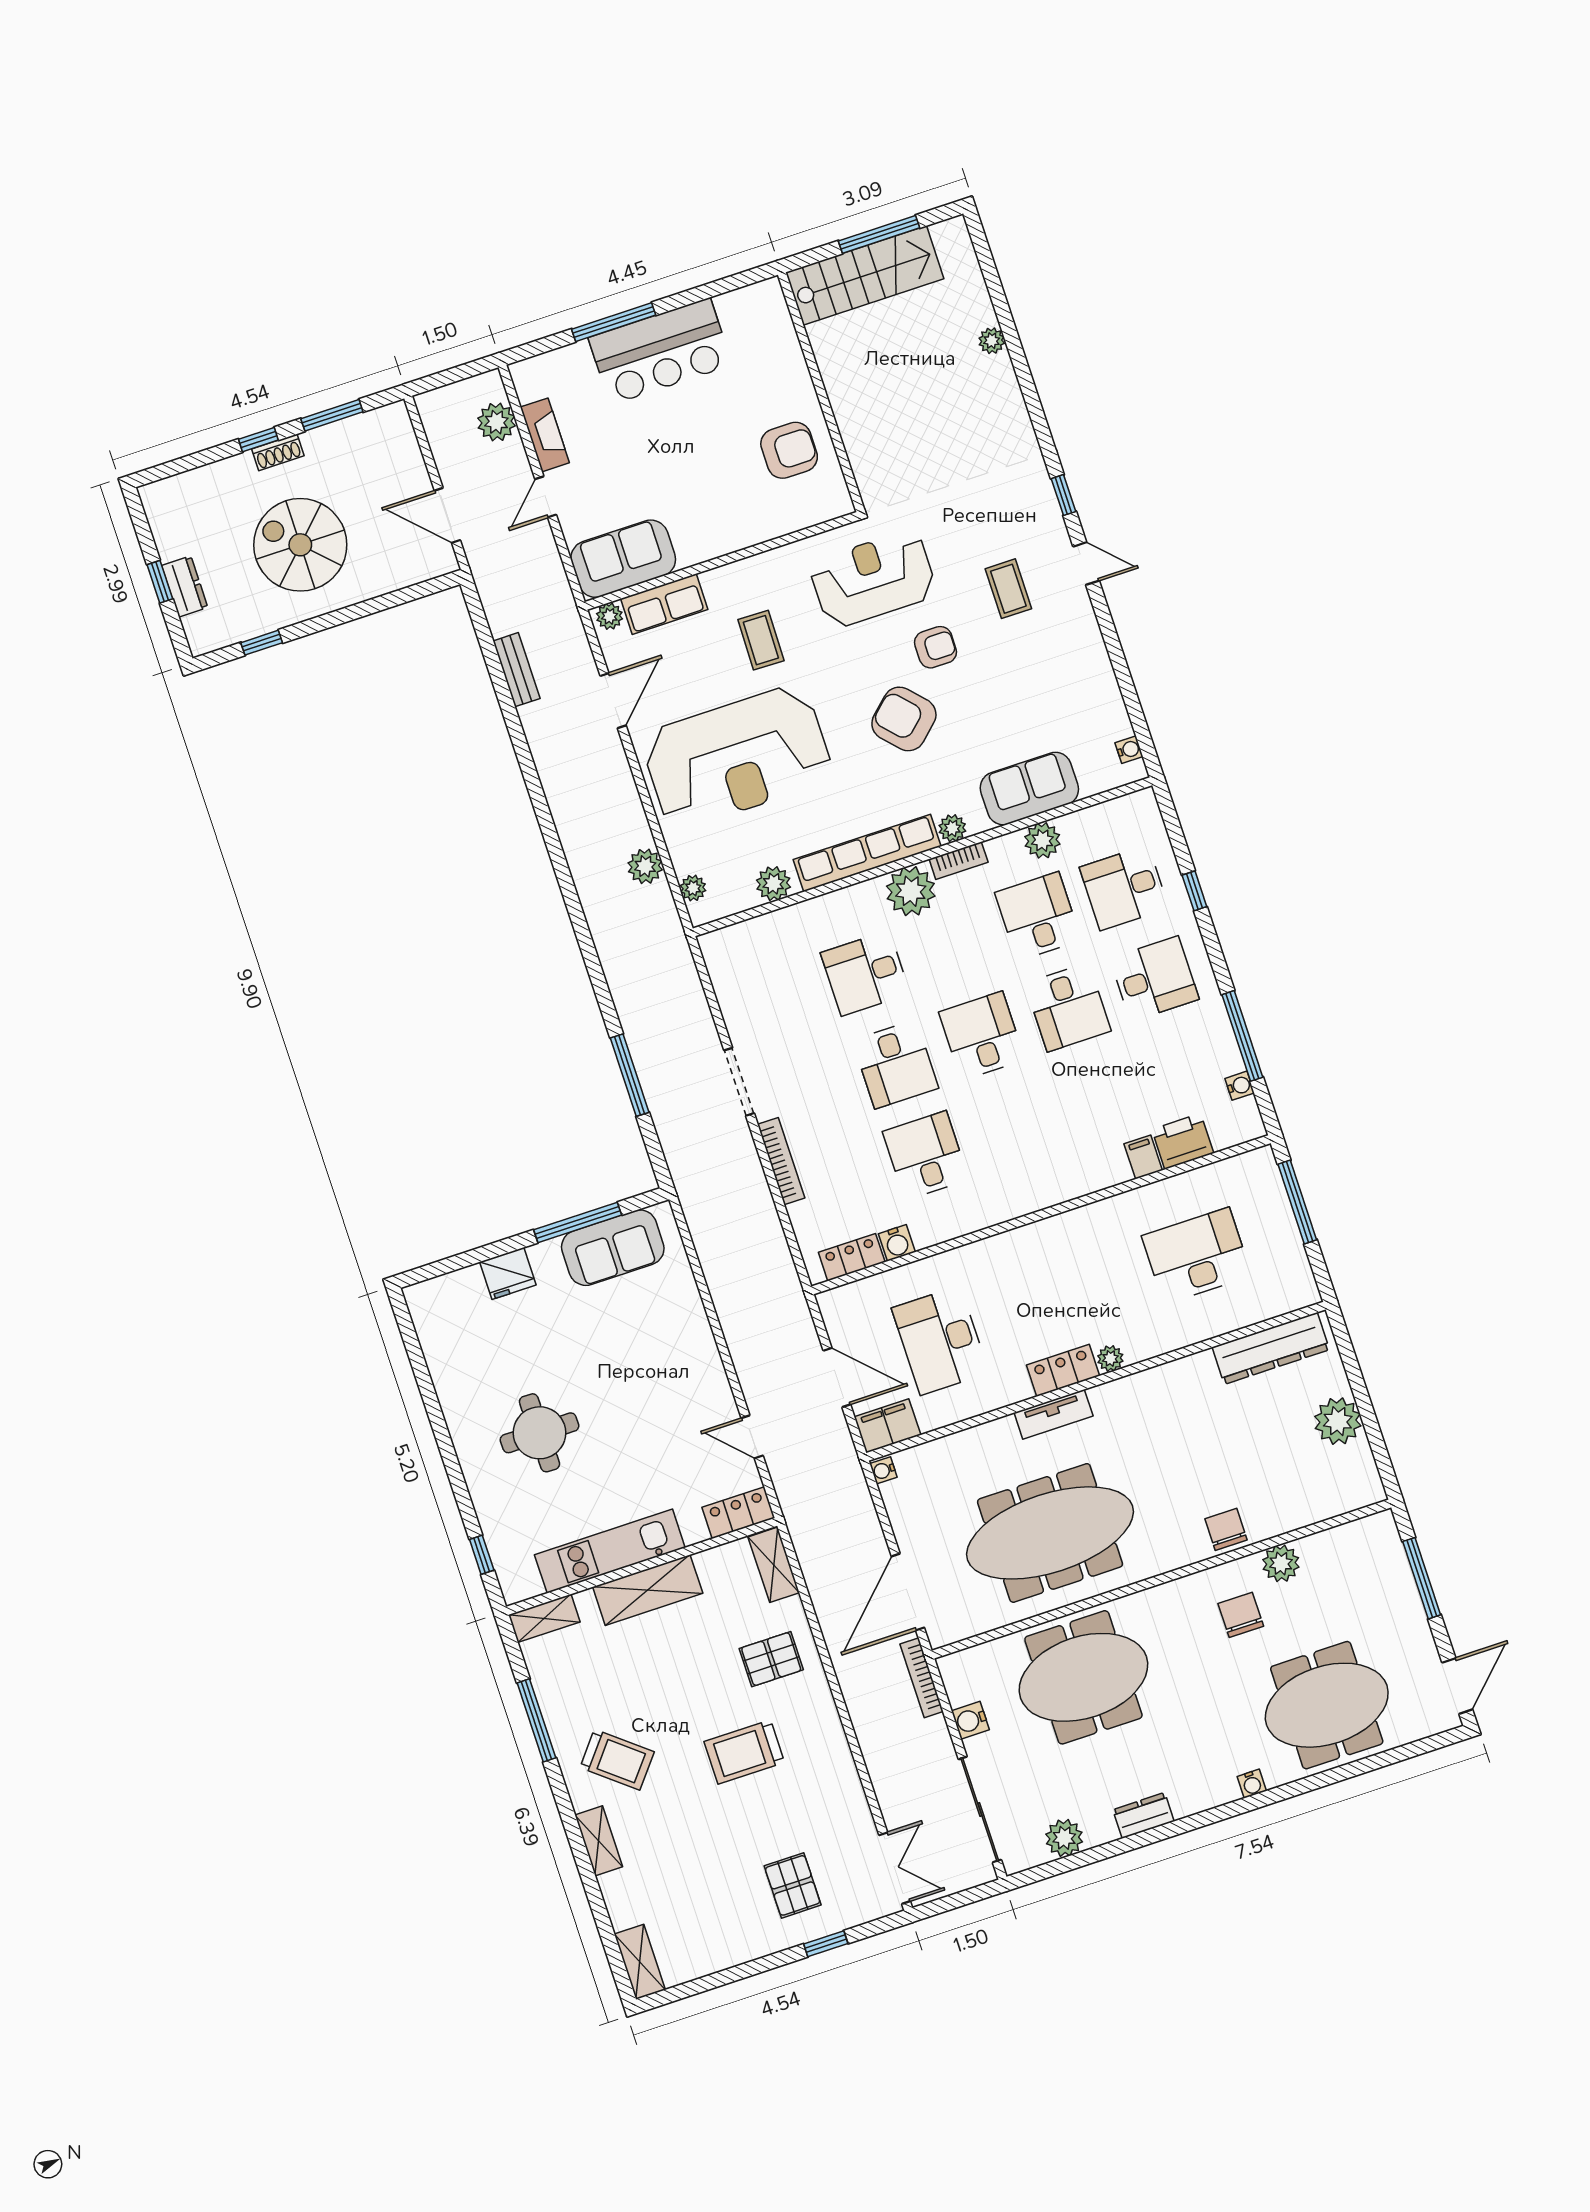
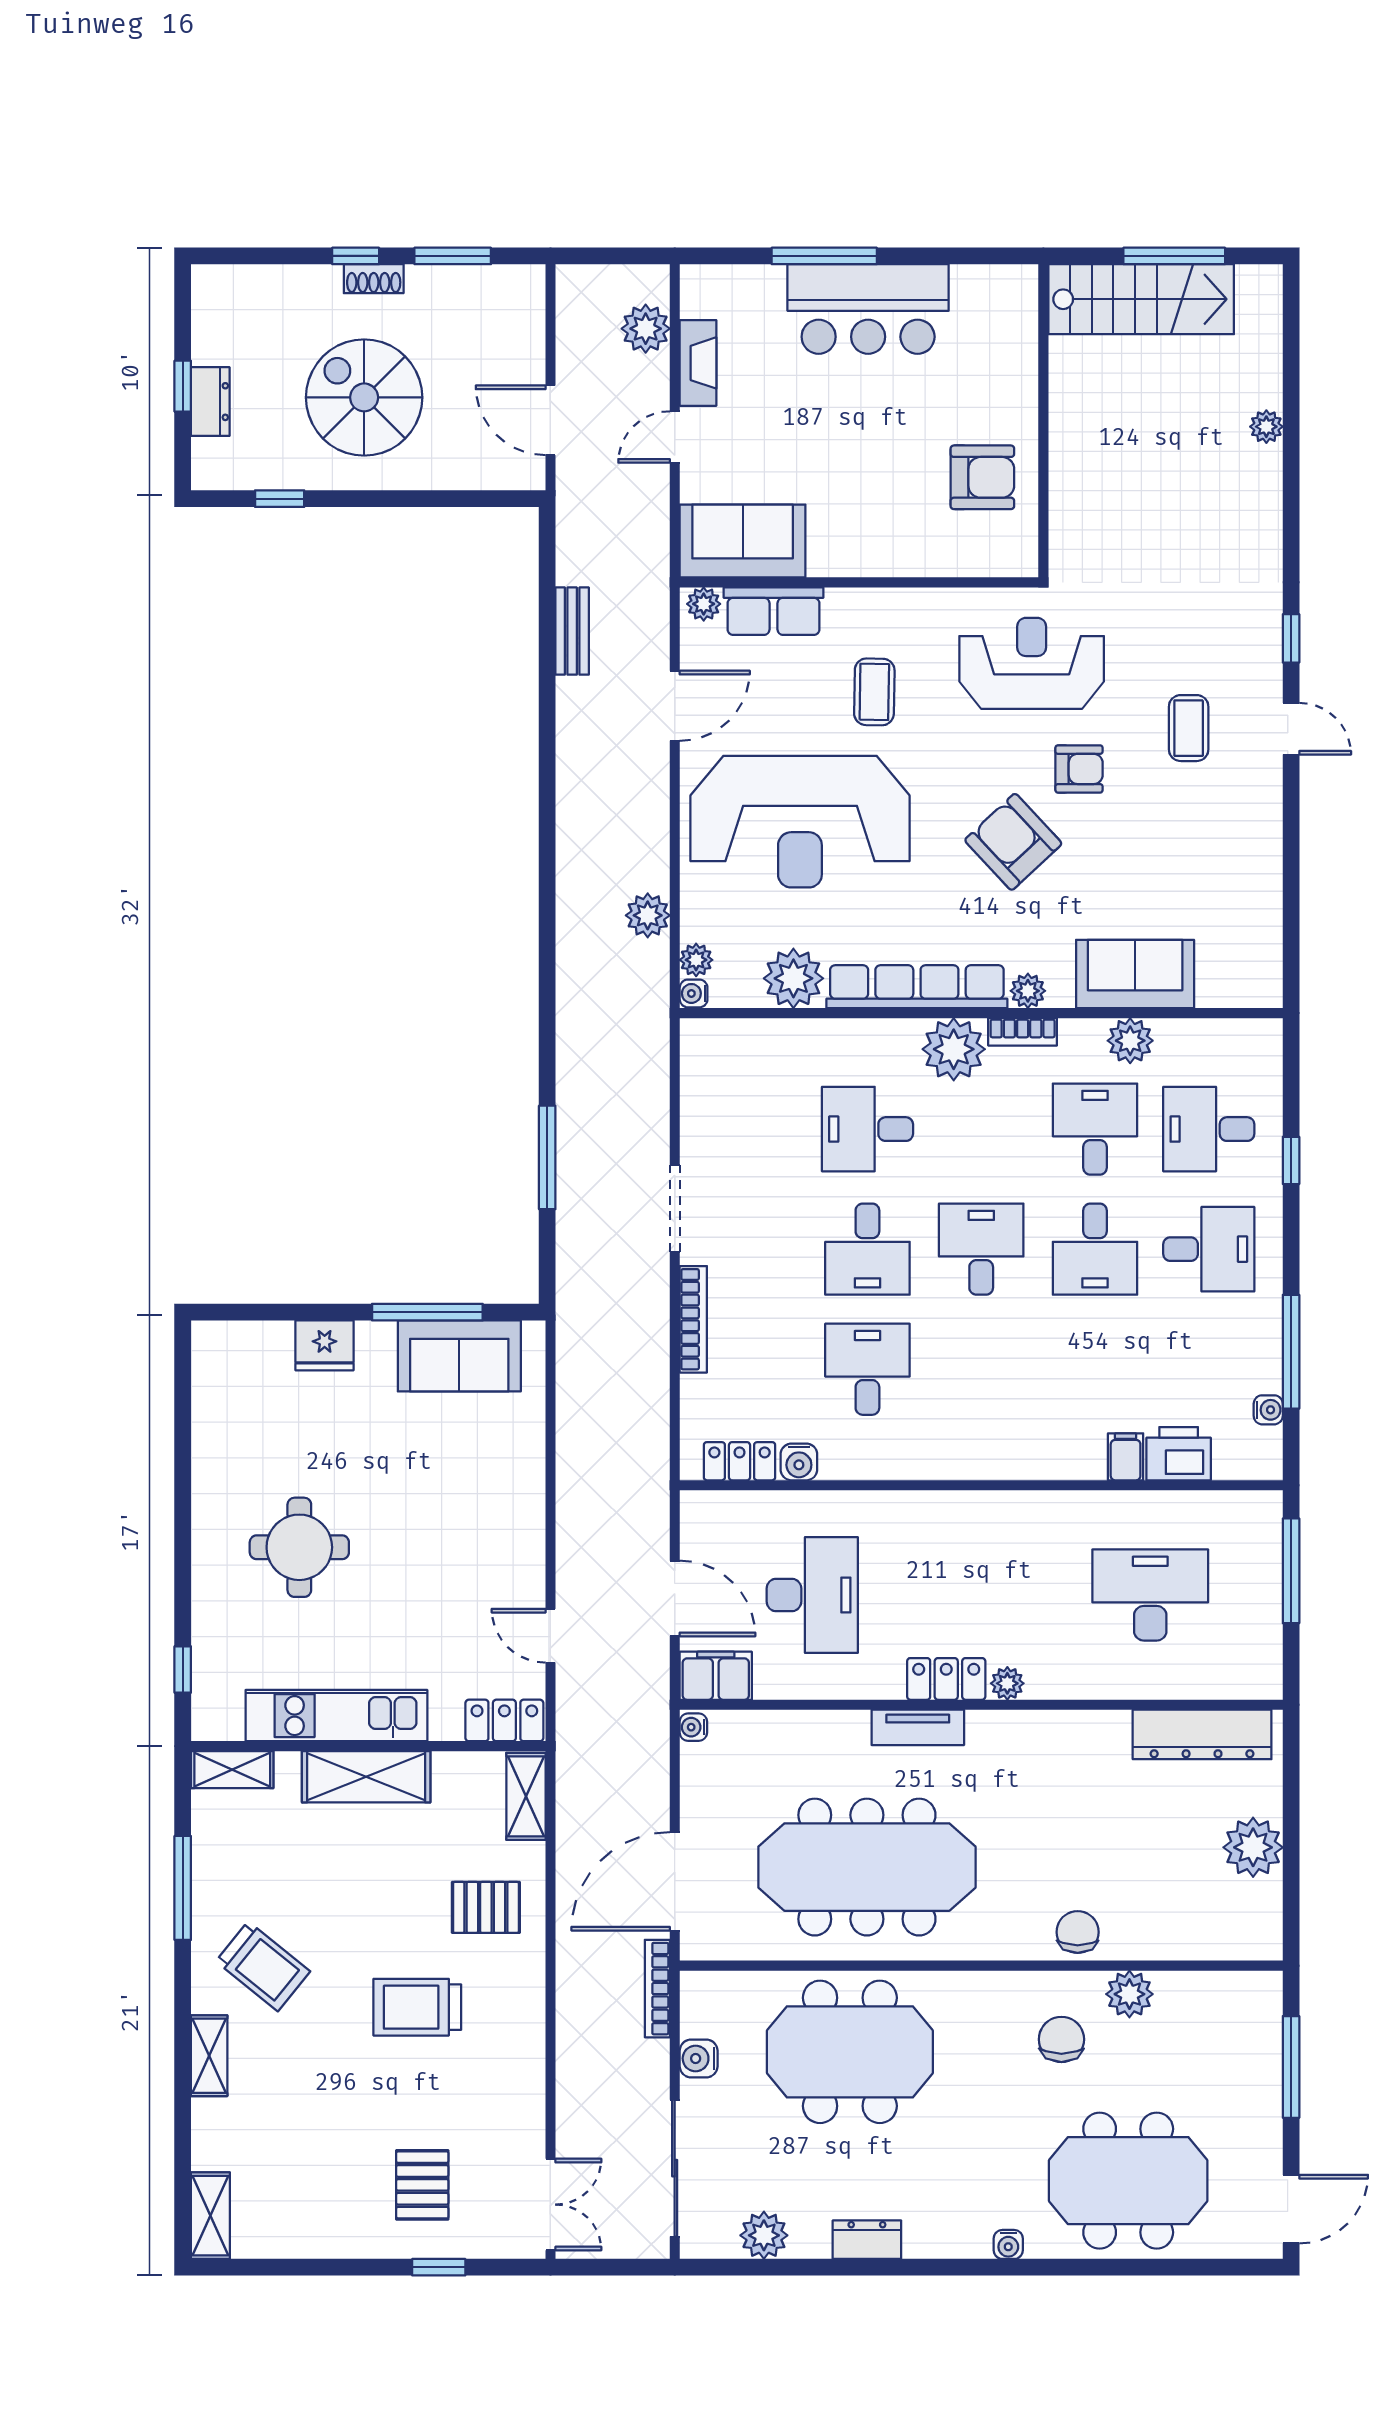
water cooler: (1129, 750) -> (694, 993), moved, turned 180
plant: (773, 884) -> (793, 978), width x1.36, depth x1.36
desk: (940, 1340) -> (812, 1595), turned 180

